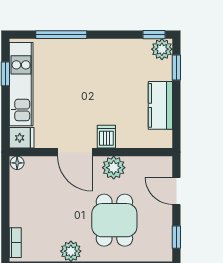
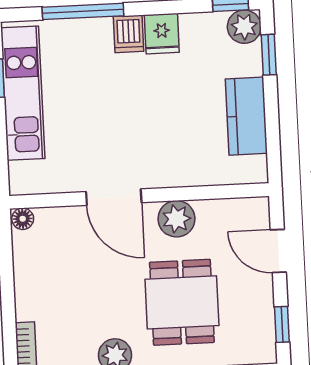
dishwasher: (106, 137) -> (129, 34), moved, turned 180
fridge: (22, 138) -> (162, 34), moved, turned 90

